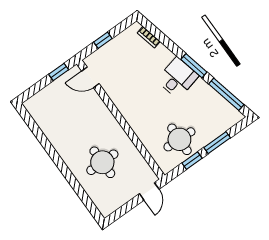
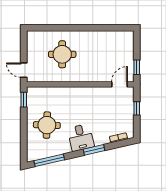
window: (194, 66) -> (94, 150), moved
round table: (179, 139) -> (47, 125), moved
window: (217, 143) -> (24, 133), removed
window: (192, 161) -> (24, 100), moved

